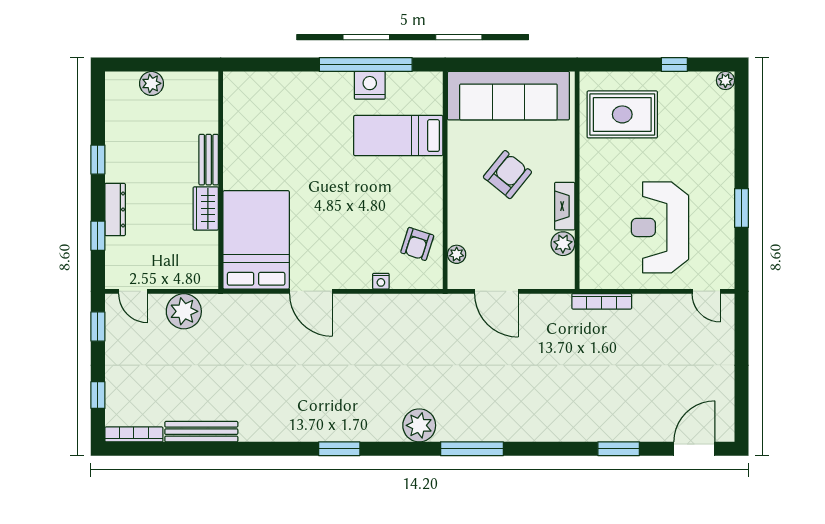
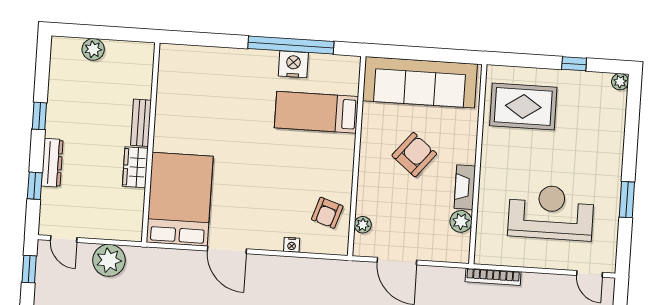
reception desk: (660, 227) -> (551, 212), turned 90

